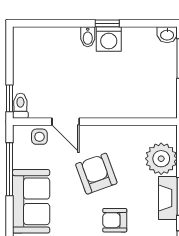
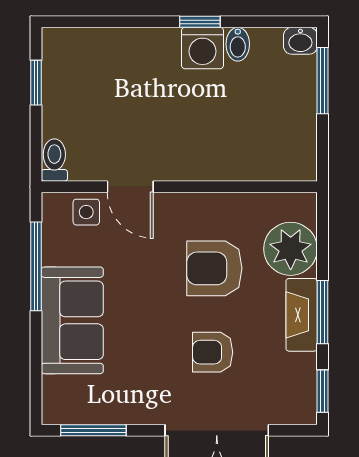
bidet: (88, 37) -> (238, 44), moved
window: (9, 98) -> (36, 83), moved
armchair: (96, 174) -> (214, 268), moved, turned -70

